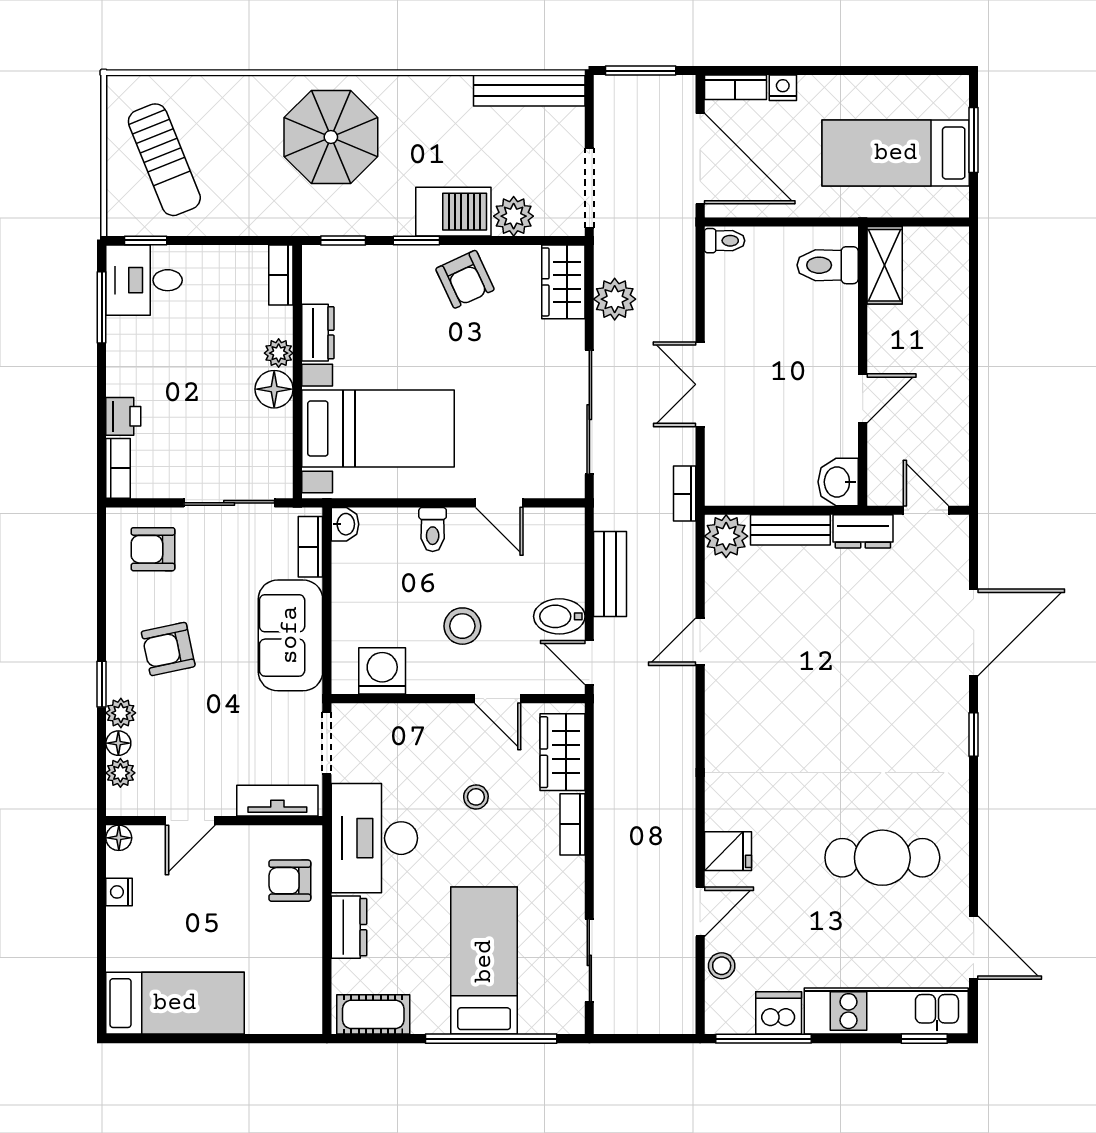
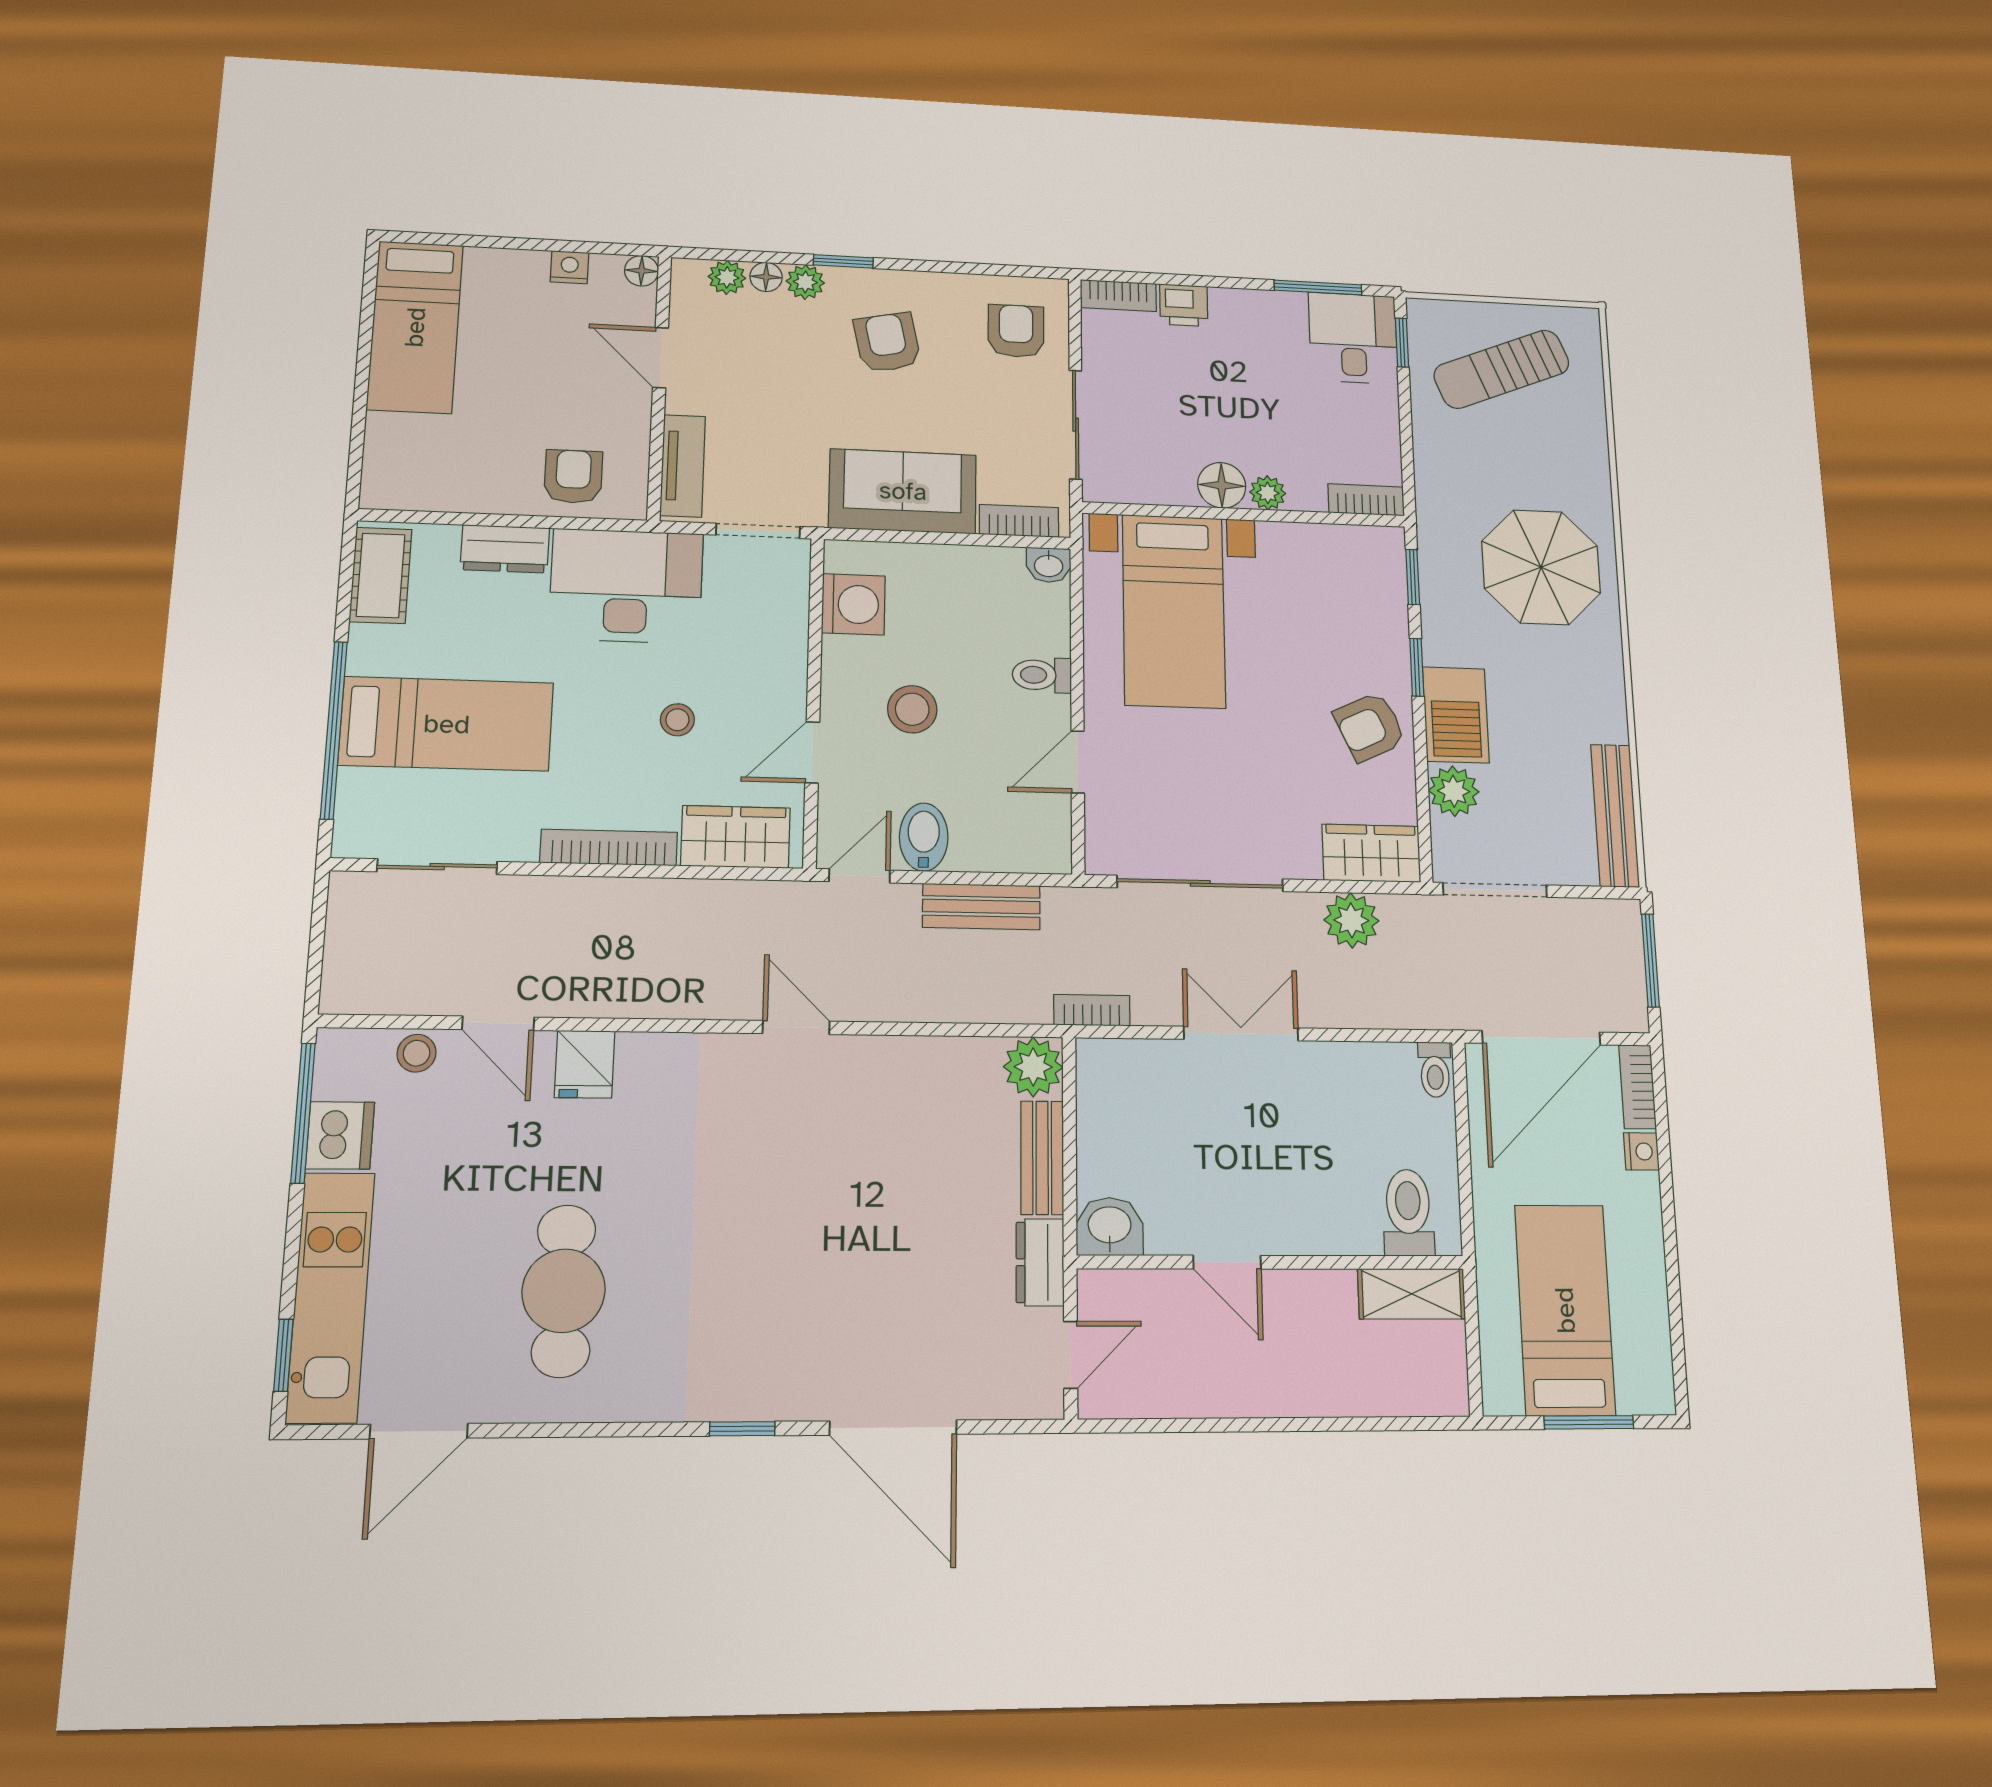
dresser: (318, 333) -> (1295, 541), removed
door: (700, 642) -> (796, 1027), moved
bookcase: (573, 824) -> (609, 848), width x1.56

